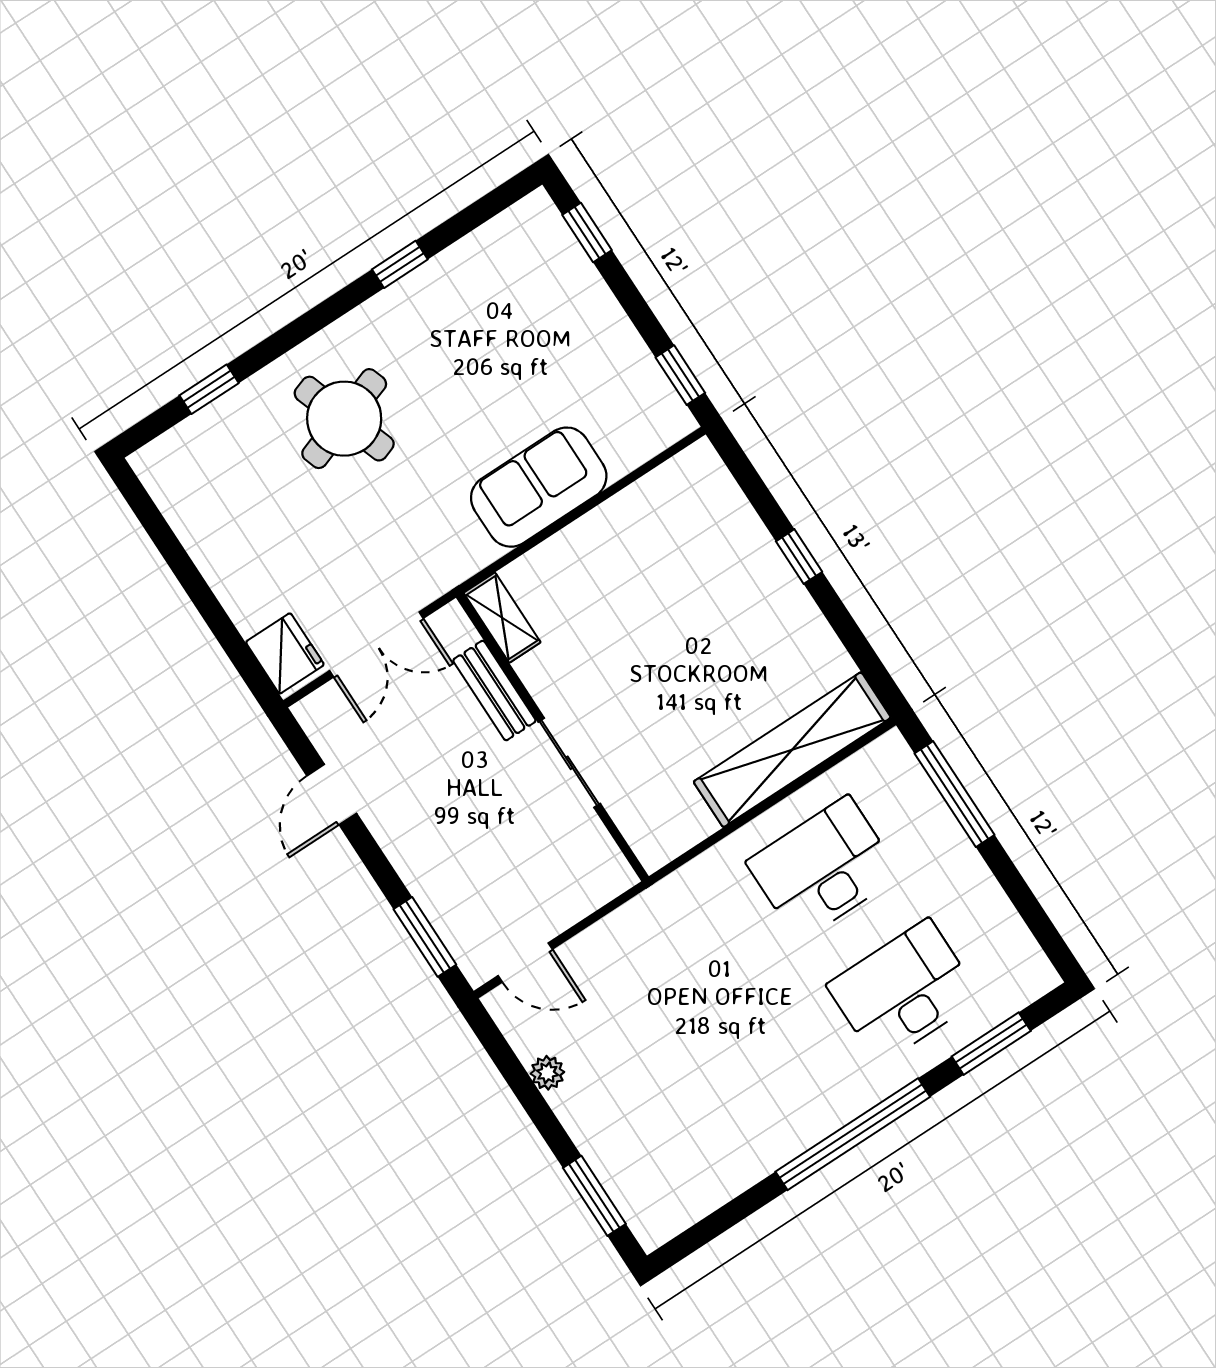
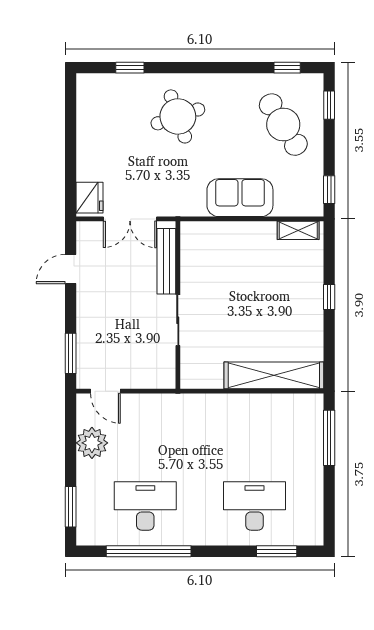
window: (400, 264) -> (287, 68), moved
cafe table: (531, 316) -> (283, 125), added
shelving: (502, 618) -> (298, 230), moved, turned 90
bench: (494, 690) -> (166, 261), width x1.36
desk: (823, 869) -> (145, 506), moved
plant: (547, 1073) -> (92, 443), width x1.88, depth x1.88
window: (853, 1134) -> (149, 551), moved

